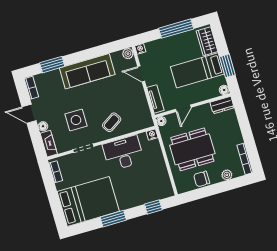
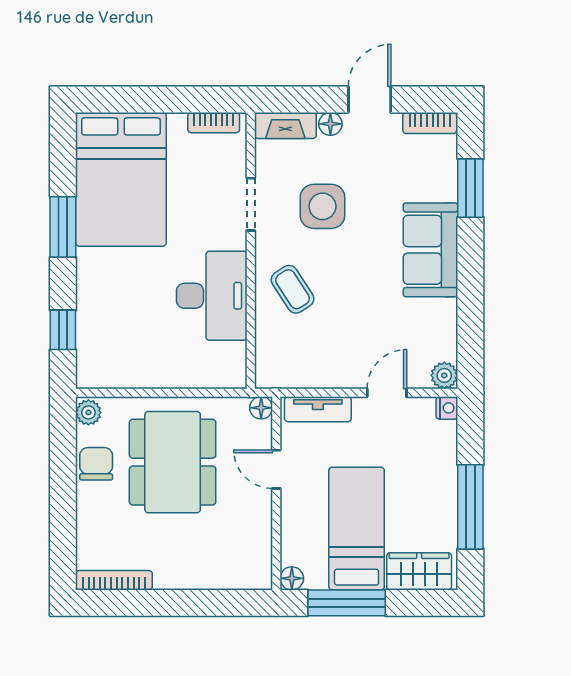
window: (227, 66) -> (347, 603), width x1.44
sofa: (87, 71) -> (430, 250), width x0.73
dresser: (222, 105) -> (257, 563), removed
nightstand: (152, 135) -> (236, 377), removed
plant: (227, 175) -> (88, 412), moved

